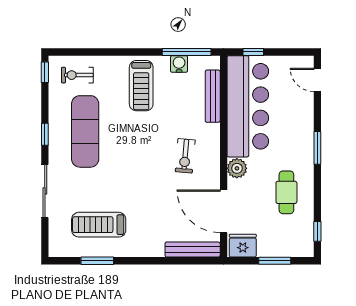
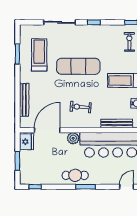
exercise mat: (85, 131) -> (78, 66), moved
cafe table: (286, 192) -> (75, 175), moved
bench: (193, 250) -> (24, 100), moved

